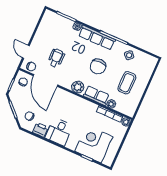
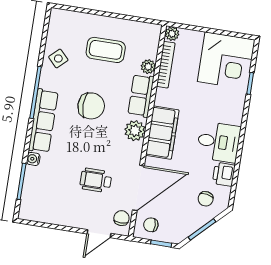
filing cabinet: (73, 102) -> (162, 133), added
corner desk: (94, 144) -> (226, 61), moved, turned -90

